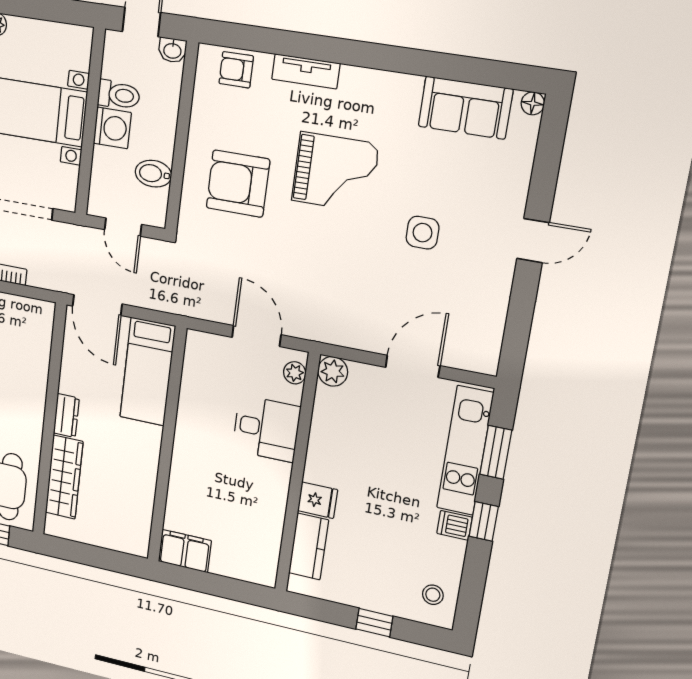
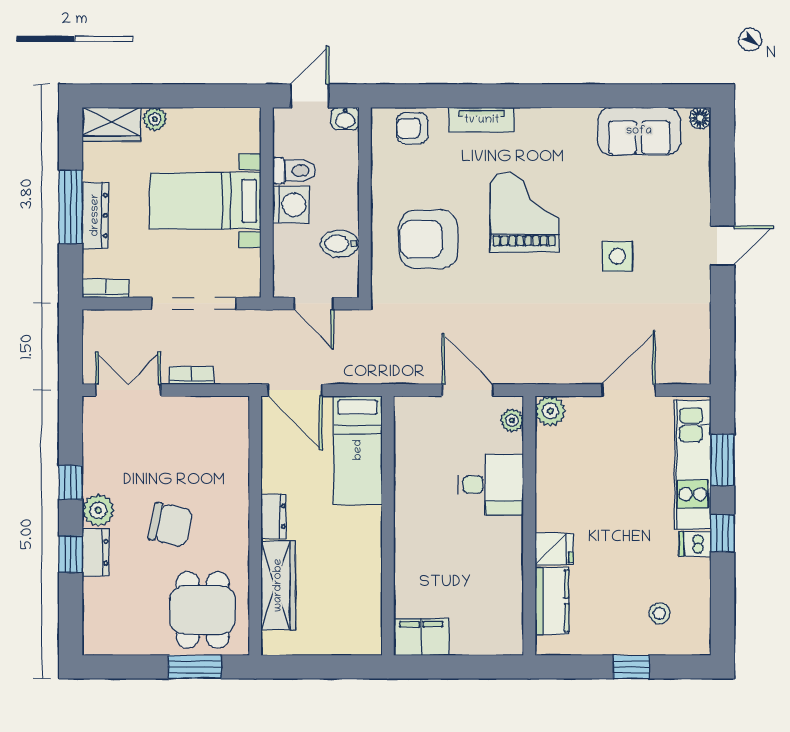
grand piano: (335, 172) -> (524, 212), turned -90
stool: (433, 595) -> (659, 613), moved

